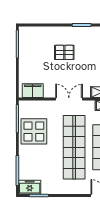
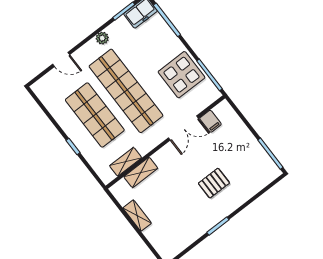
filing cabinet: (33, 91) -> (210, 121), width x0.50
double door: (69, 99) -> (183, 128), moved
plant: (64, 189) -> (102, 38), added

